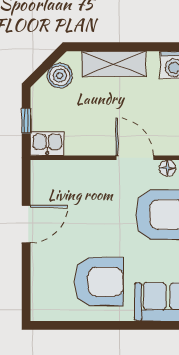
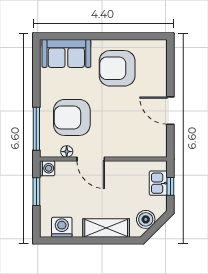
kitchen sink: (47, 143) -> (158, 183), moved, turned 90
door: (26, 224) -> (170, 111), hinge flipped

